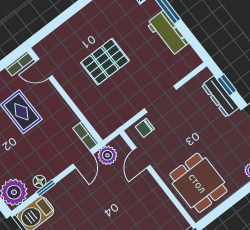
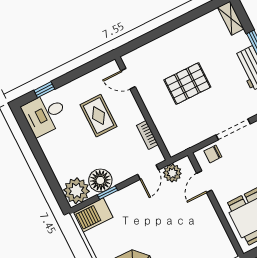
bookcase: (19, 64) -> (106, 69), removed
bookcase: (86, 136) -> (147, 135), moved
floor lamp: (40, 181) -> (100, 180), width x1.89, depth x1.89

